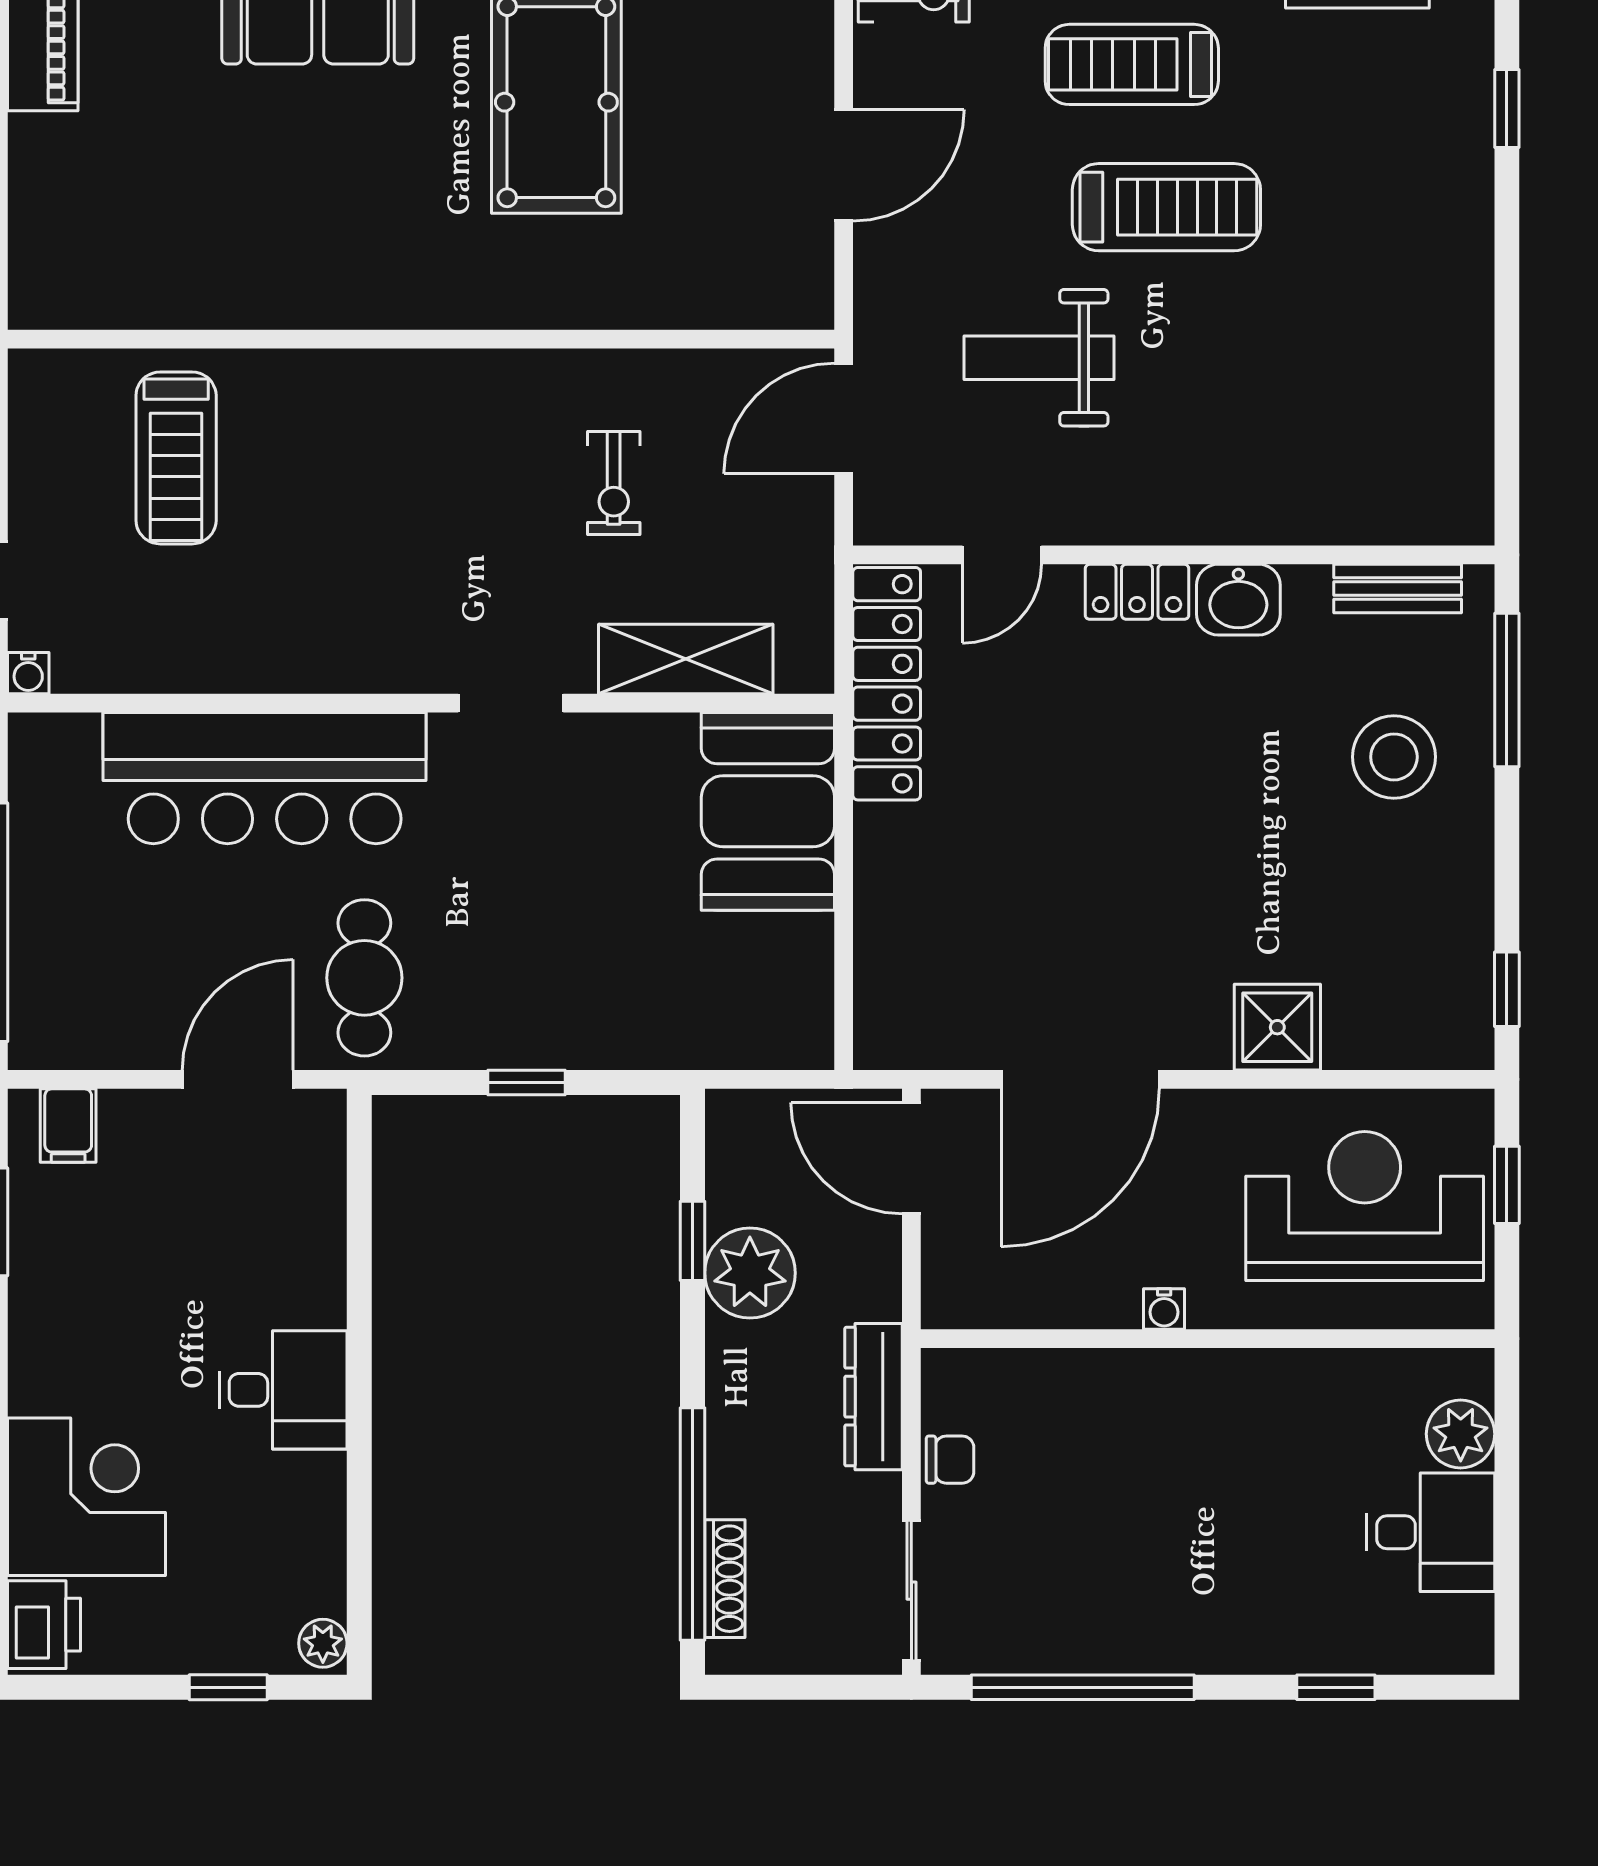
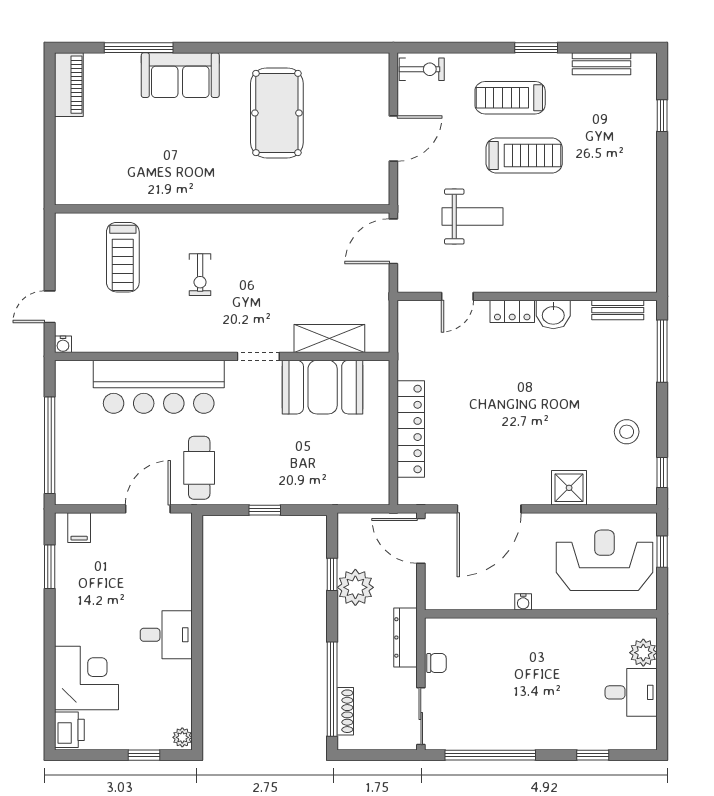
weight bench: (1039, 358) -> (472, 217), turned 180
exercise bike: (614, 483) -> (200, 275), moved
locker: (887, 684) -> (411, 429), moved
stool: (1394, 757) -> (627, 432), moved, width x0.73, depth x0.73
booth: (768, 811) -> (323, 387), moved, turned 90

